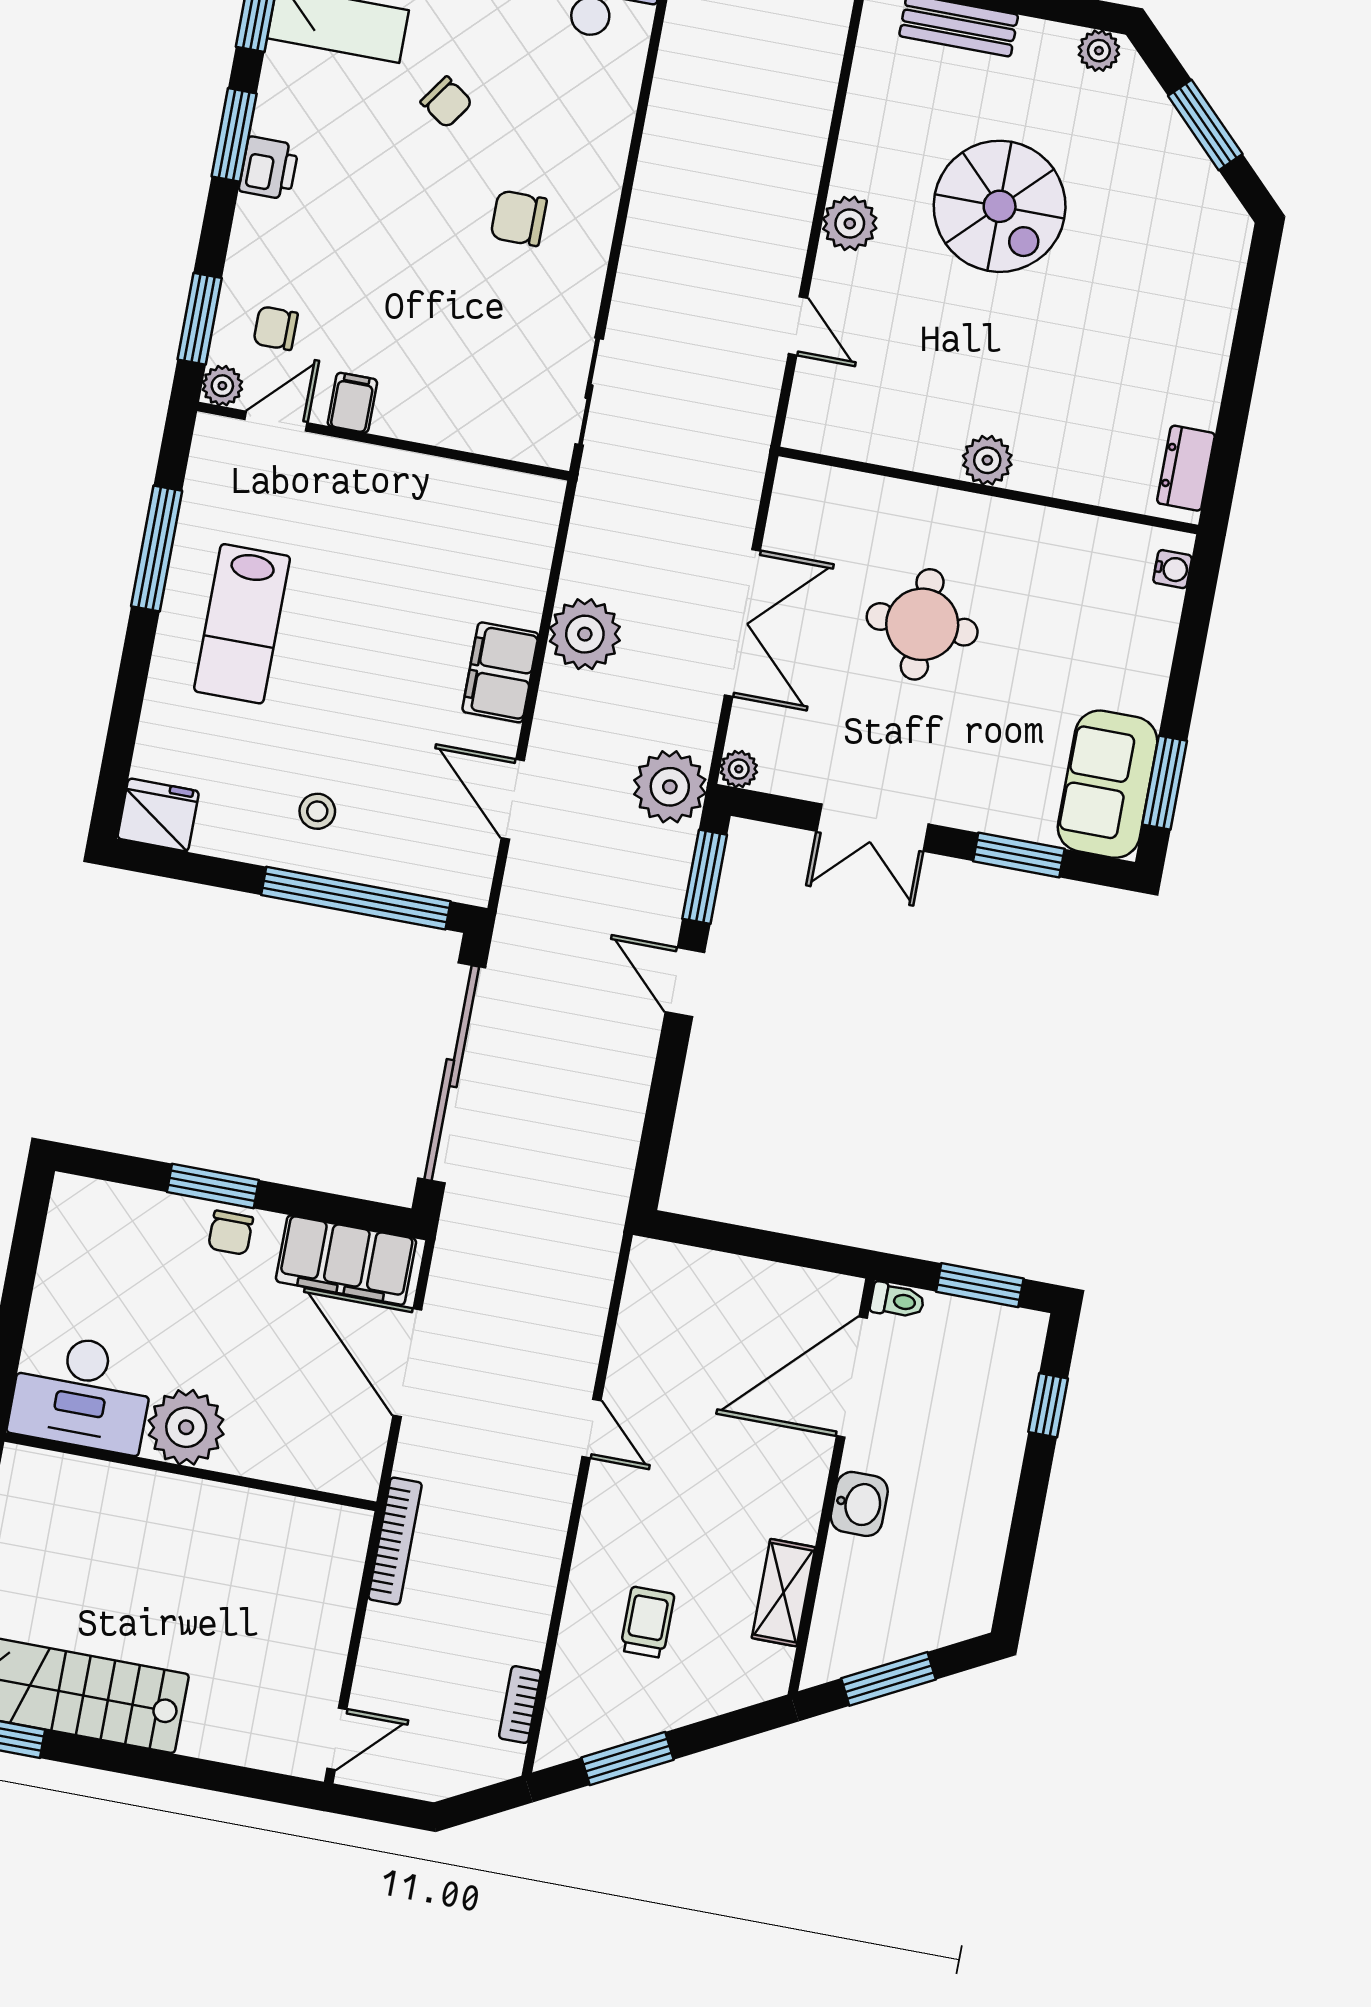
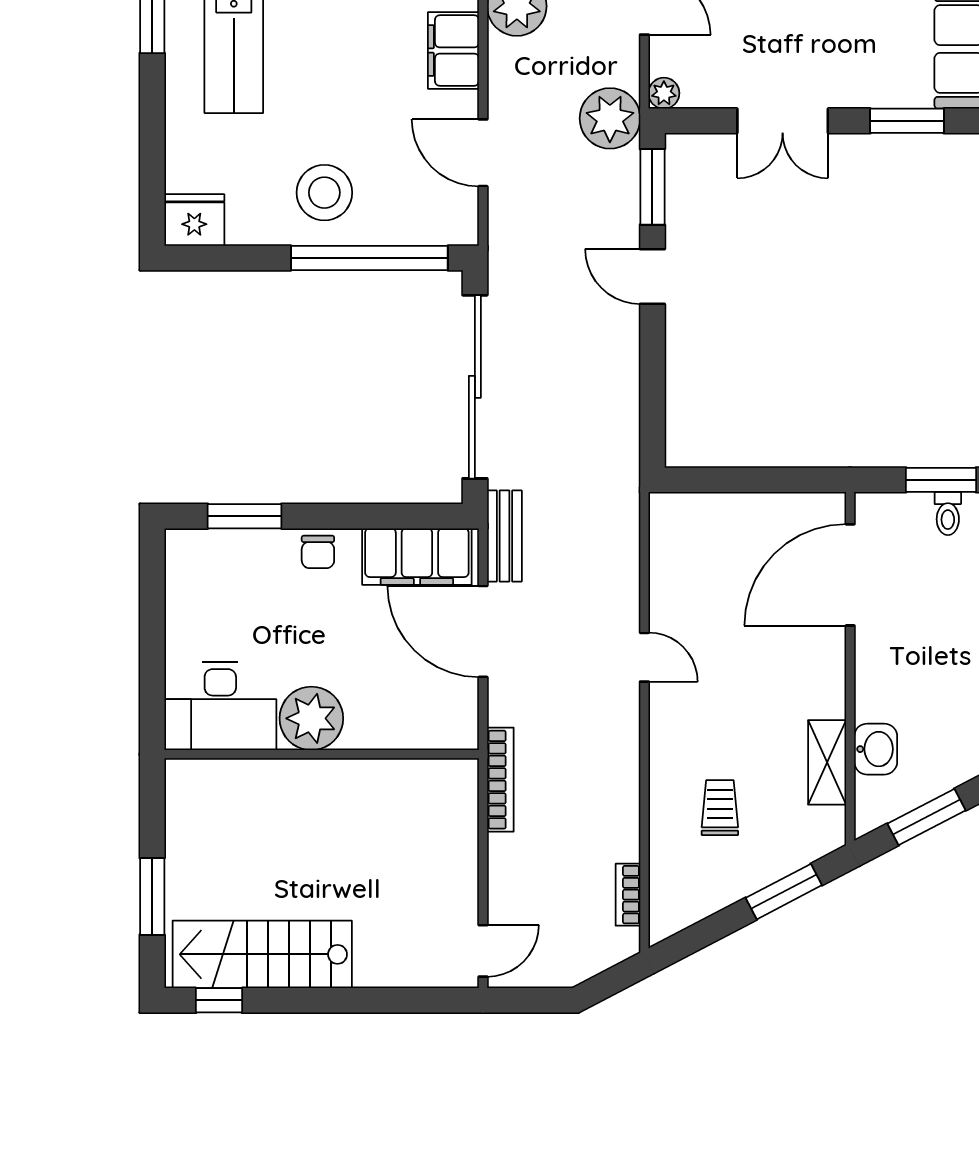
stool: (317, 811) -> (324, 193), width x1.89, depth x1.89
window: (213, 1186) -> (245, 516), moved
bench: (454, 1255) -> (504, 536), added
toilet: (897, 1301) -> (948, 514), moved, turned 90
washbasin: (859, 1504) -> (876, 749), moved
window: (627, 1759) -> (784, 892), moved

